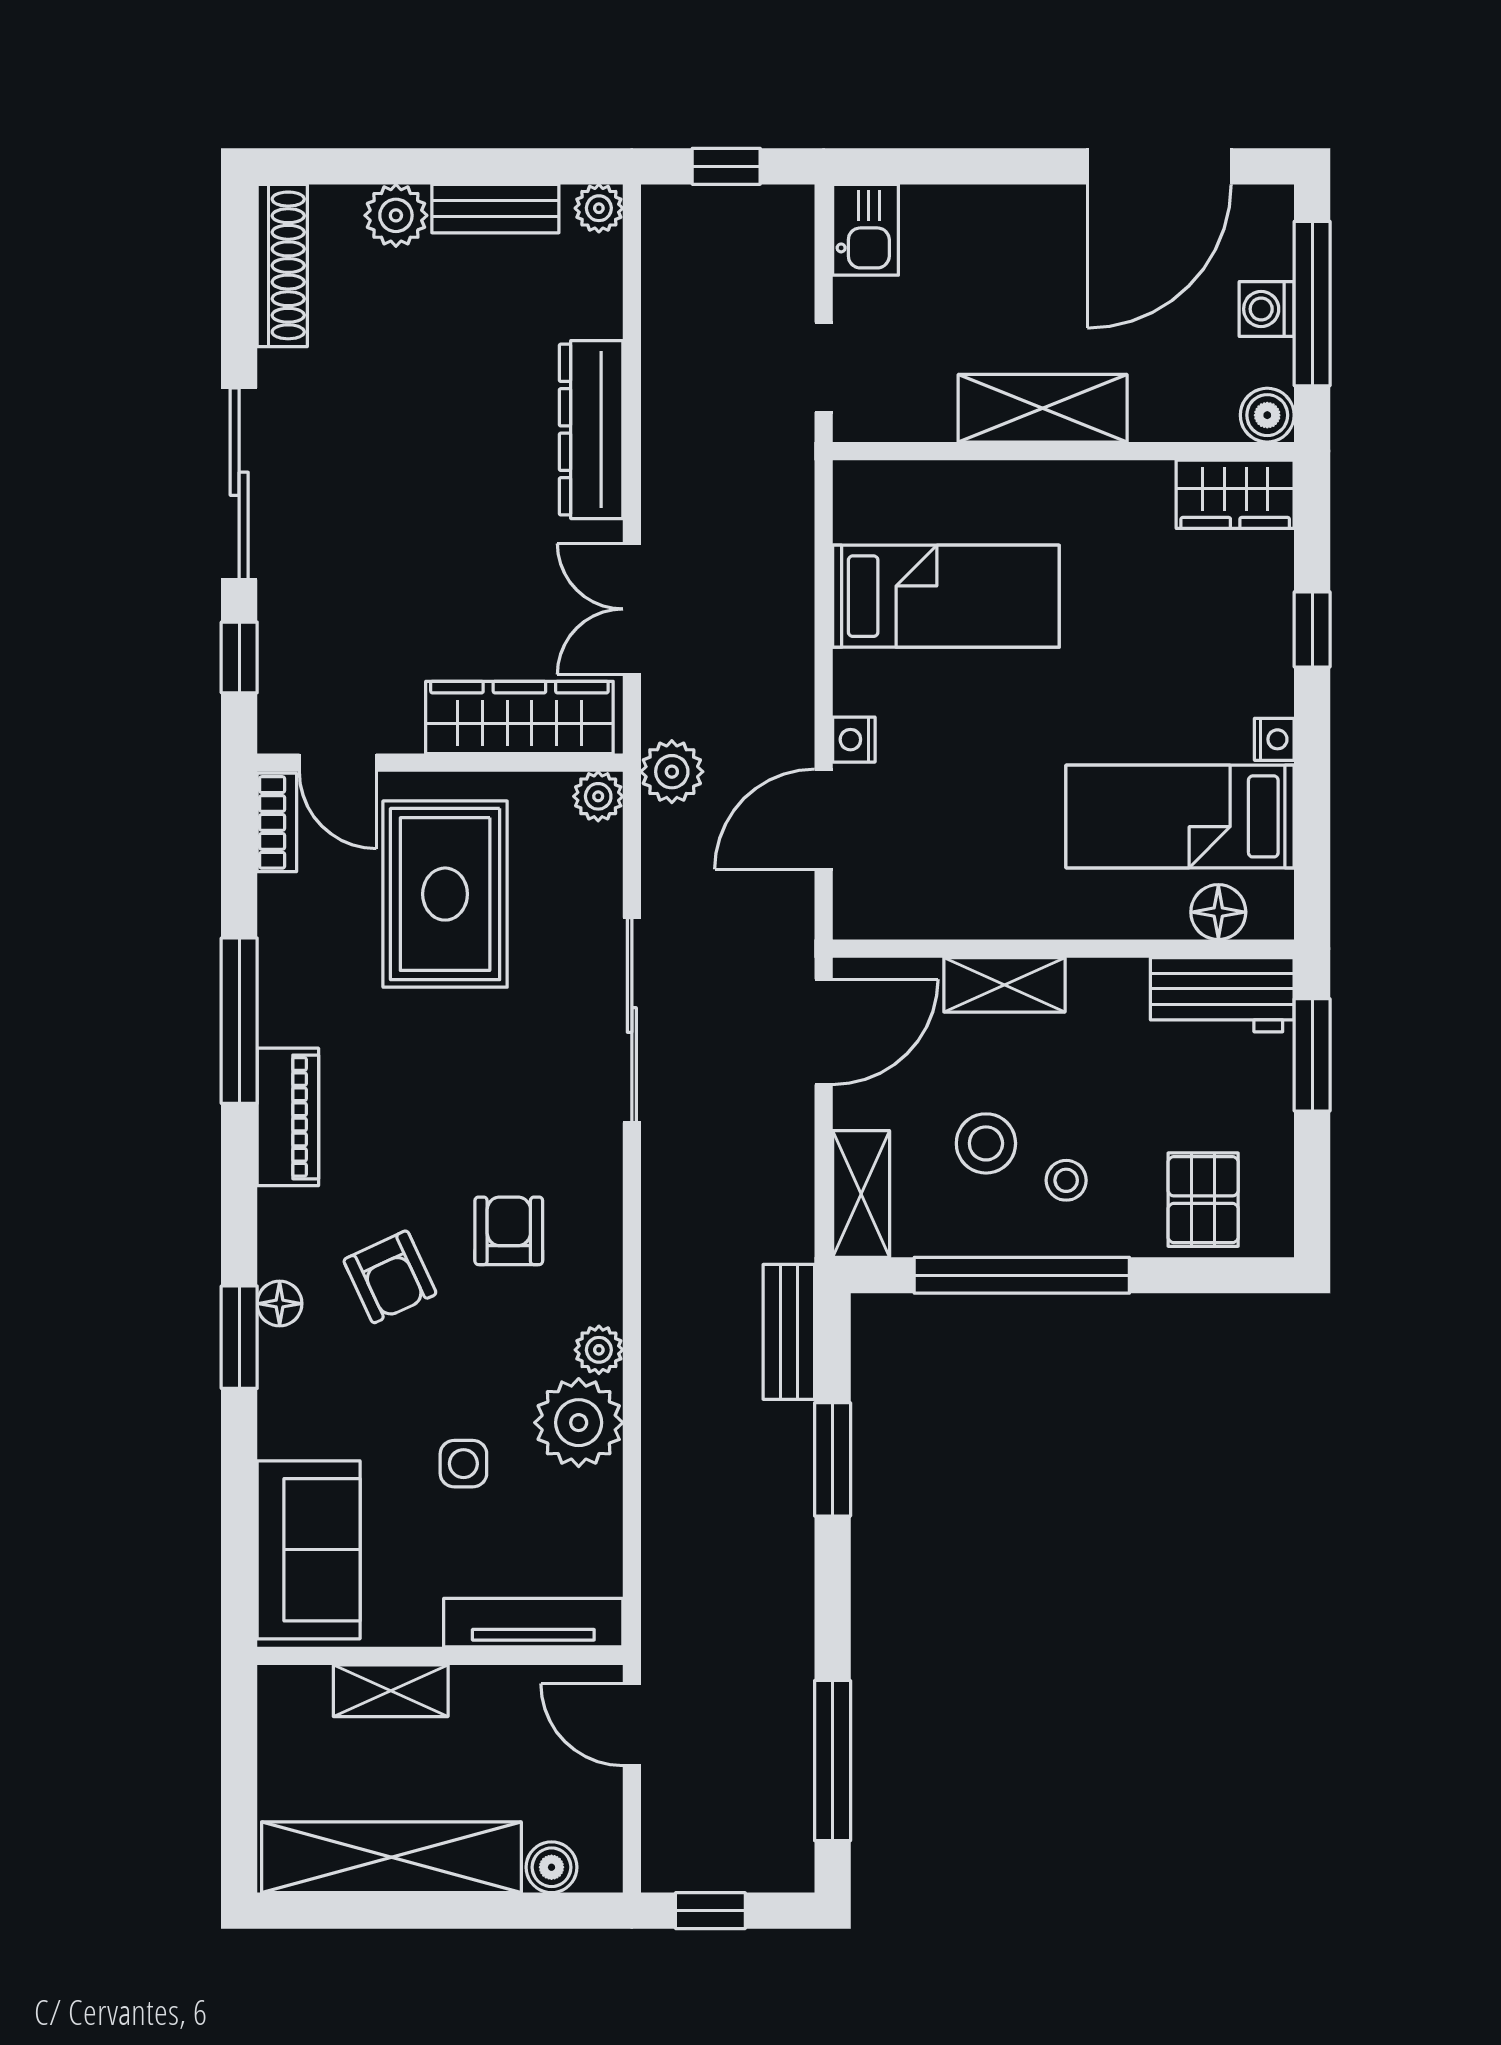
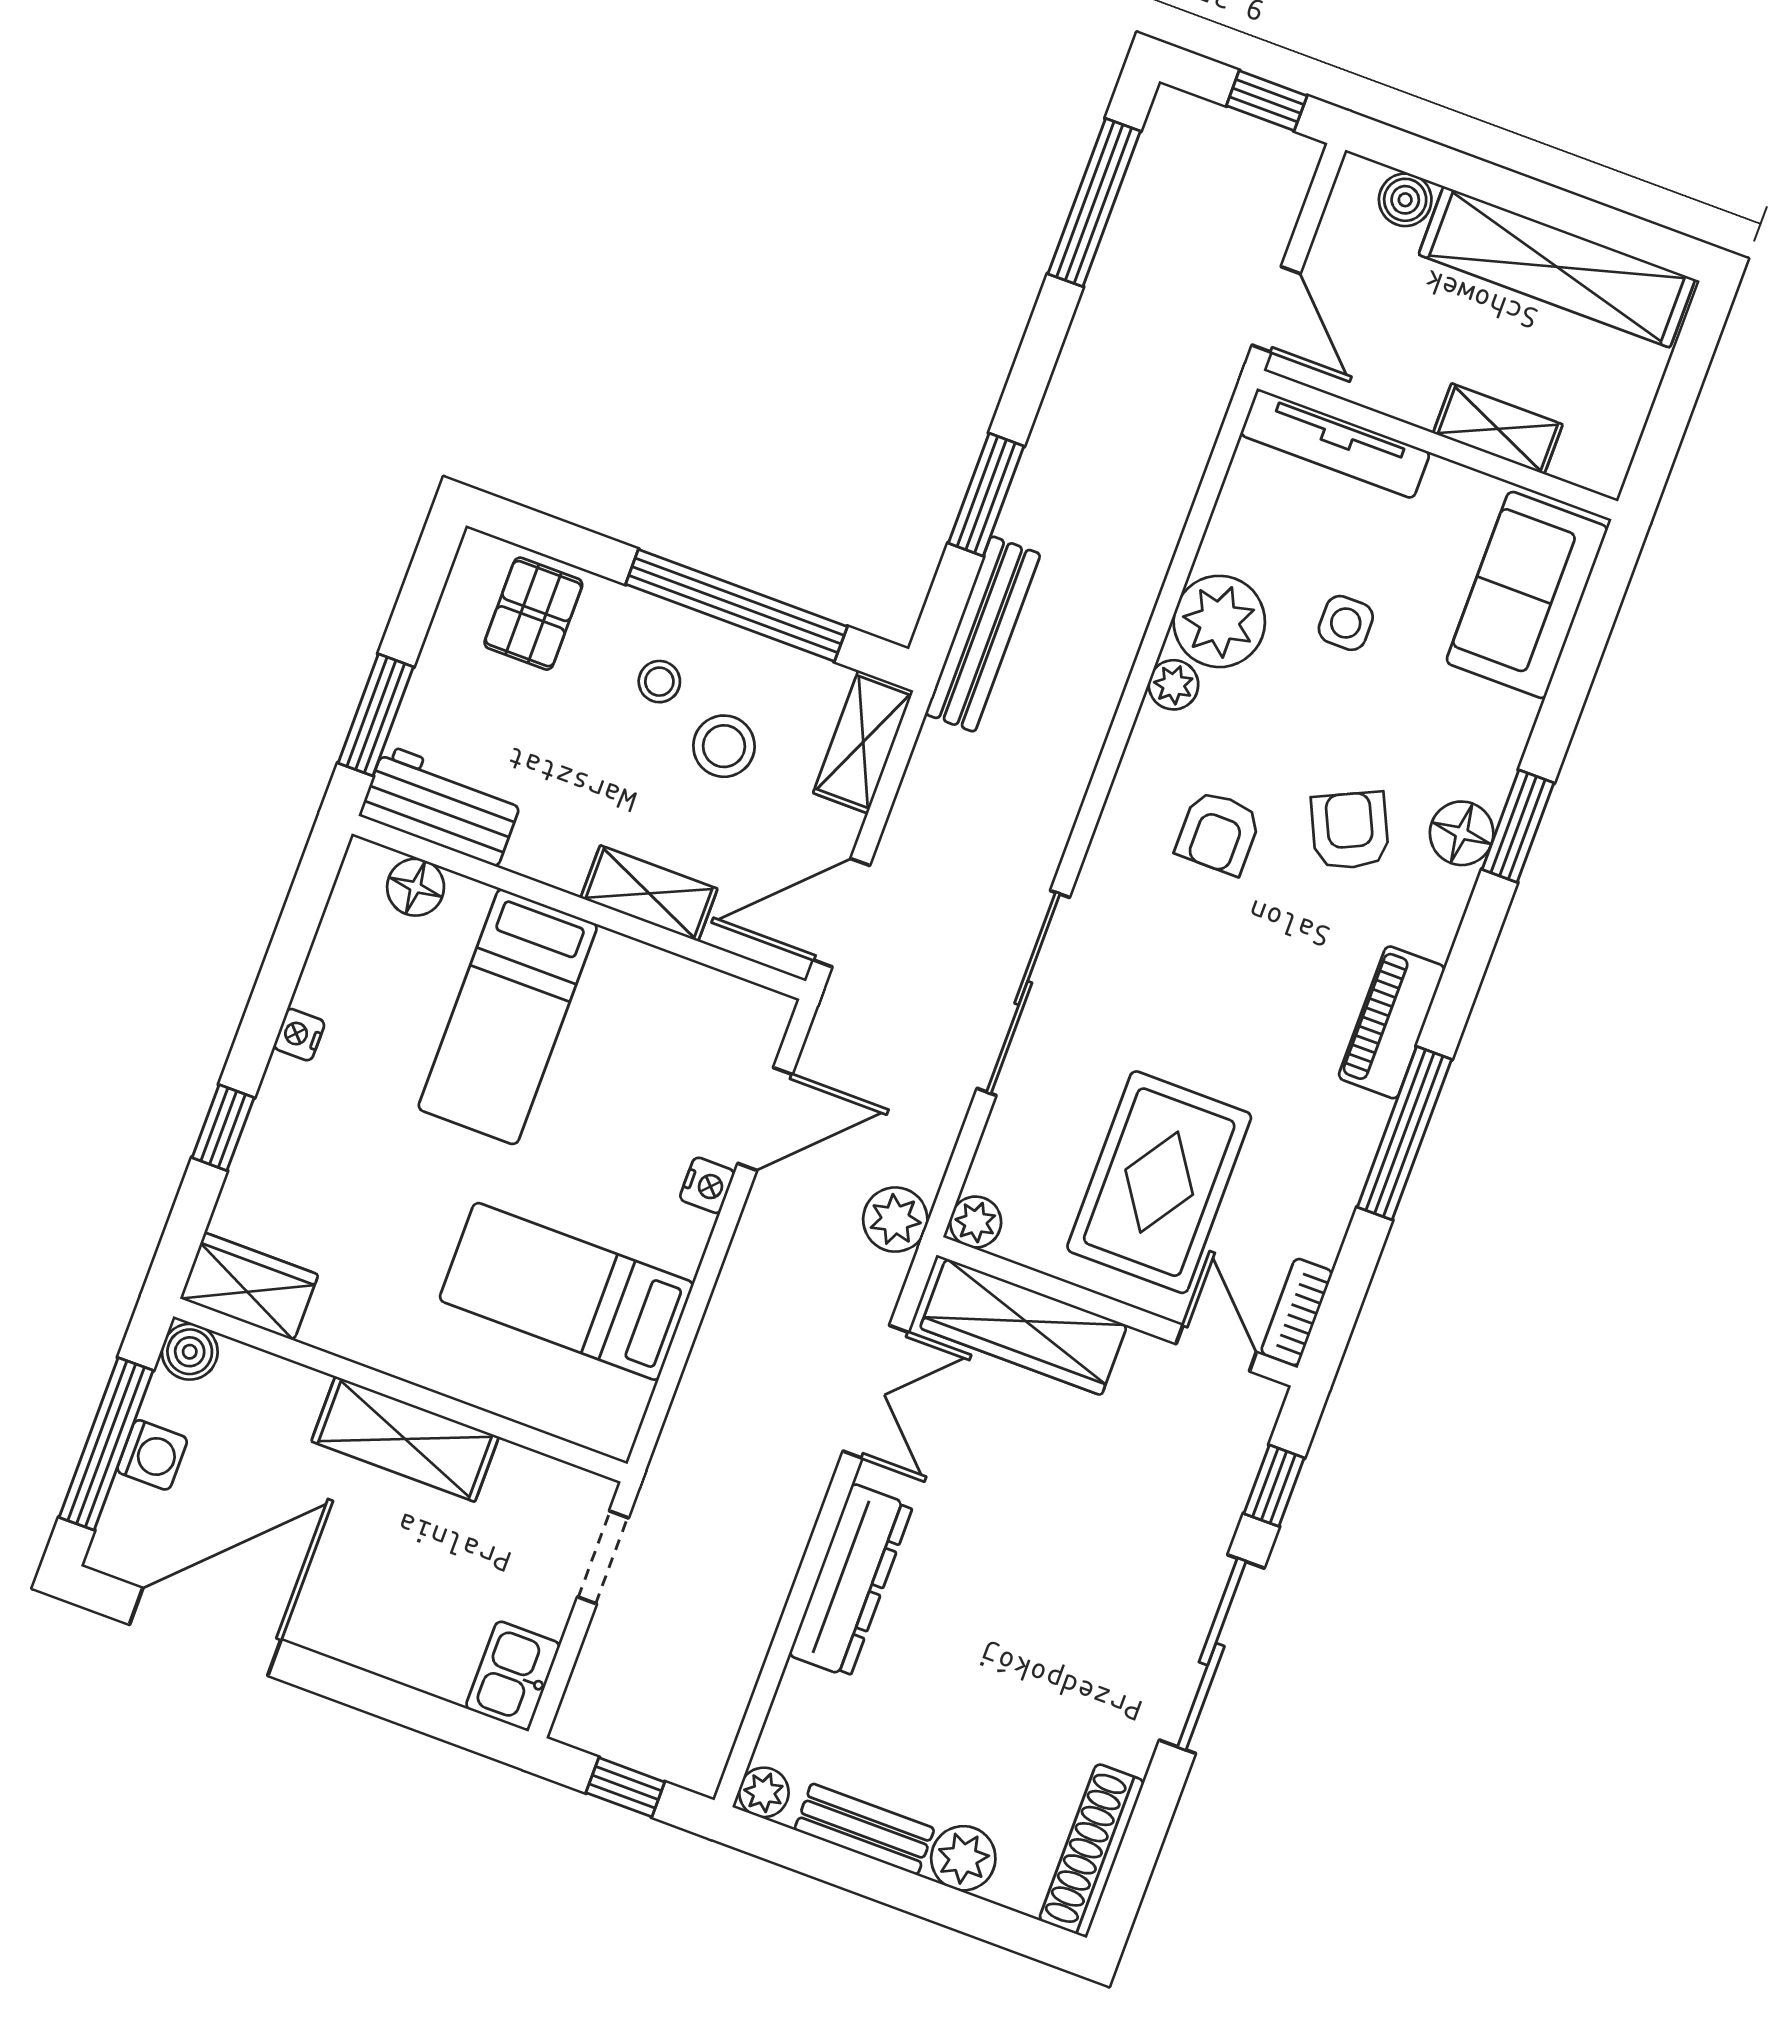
bed: (1180, 816) -> (508, 1017), moved, turned 90
floor lamp: (280, 1304) -> (1462, 833), width x1.37, depth x1.37
bench: (789, 1332) -> (983, 634), width x1.36

